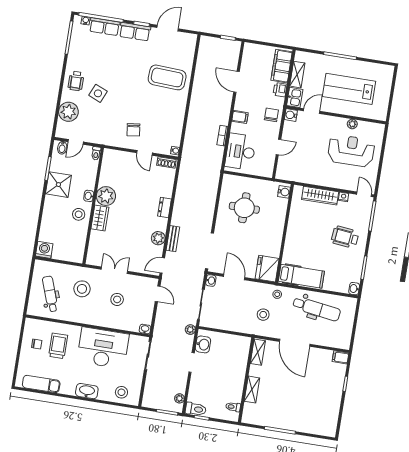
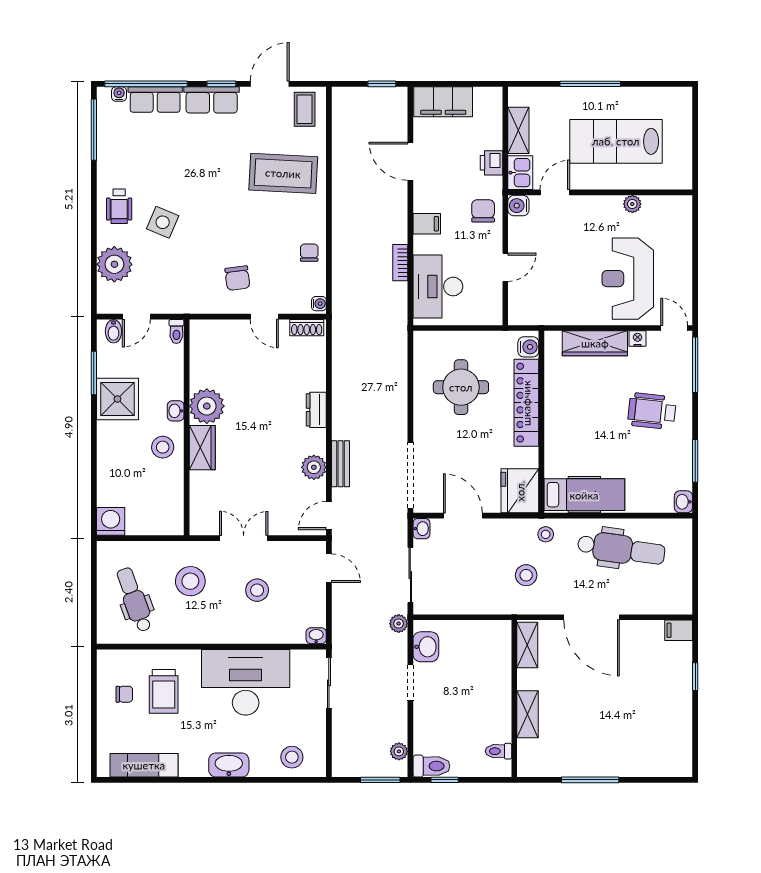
coffee table: (184, 45) -> (305, 109), added
filing cabinet: (282, 66) -> (443, 102), moved, turned -90
chair: (174, 122) -> (309, 253), added
reception desk: (351, 151) -> (628, 279), moved, turned -90
locker: (278, 222) -> (526, 403), added
trolley: (58, 346) -> (164, 691), turned 180

